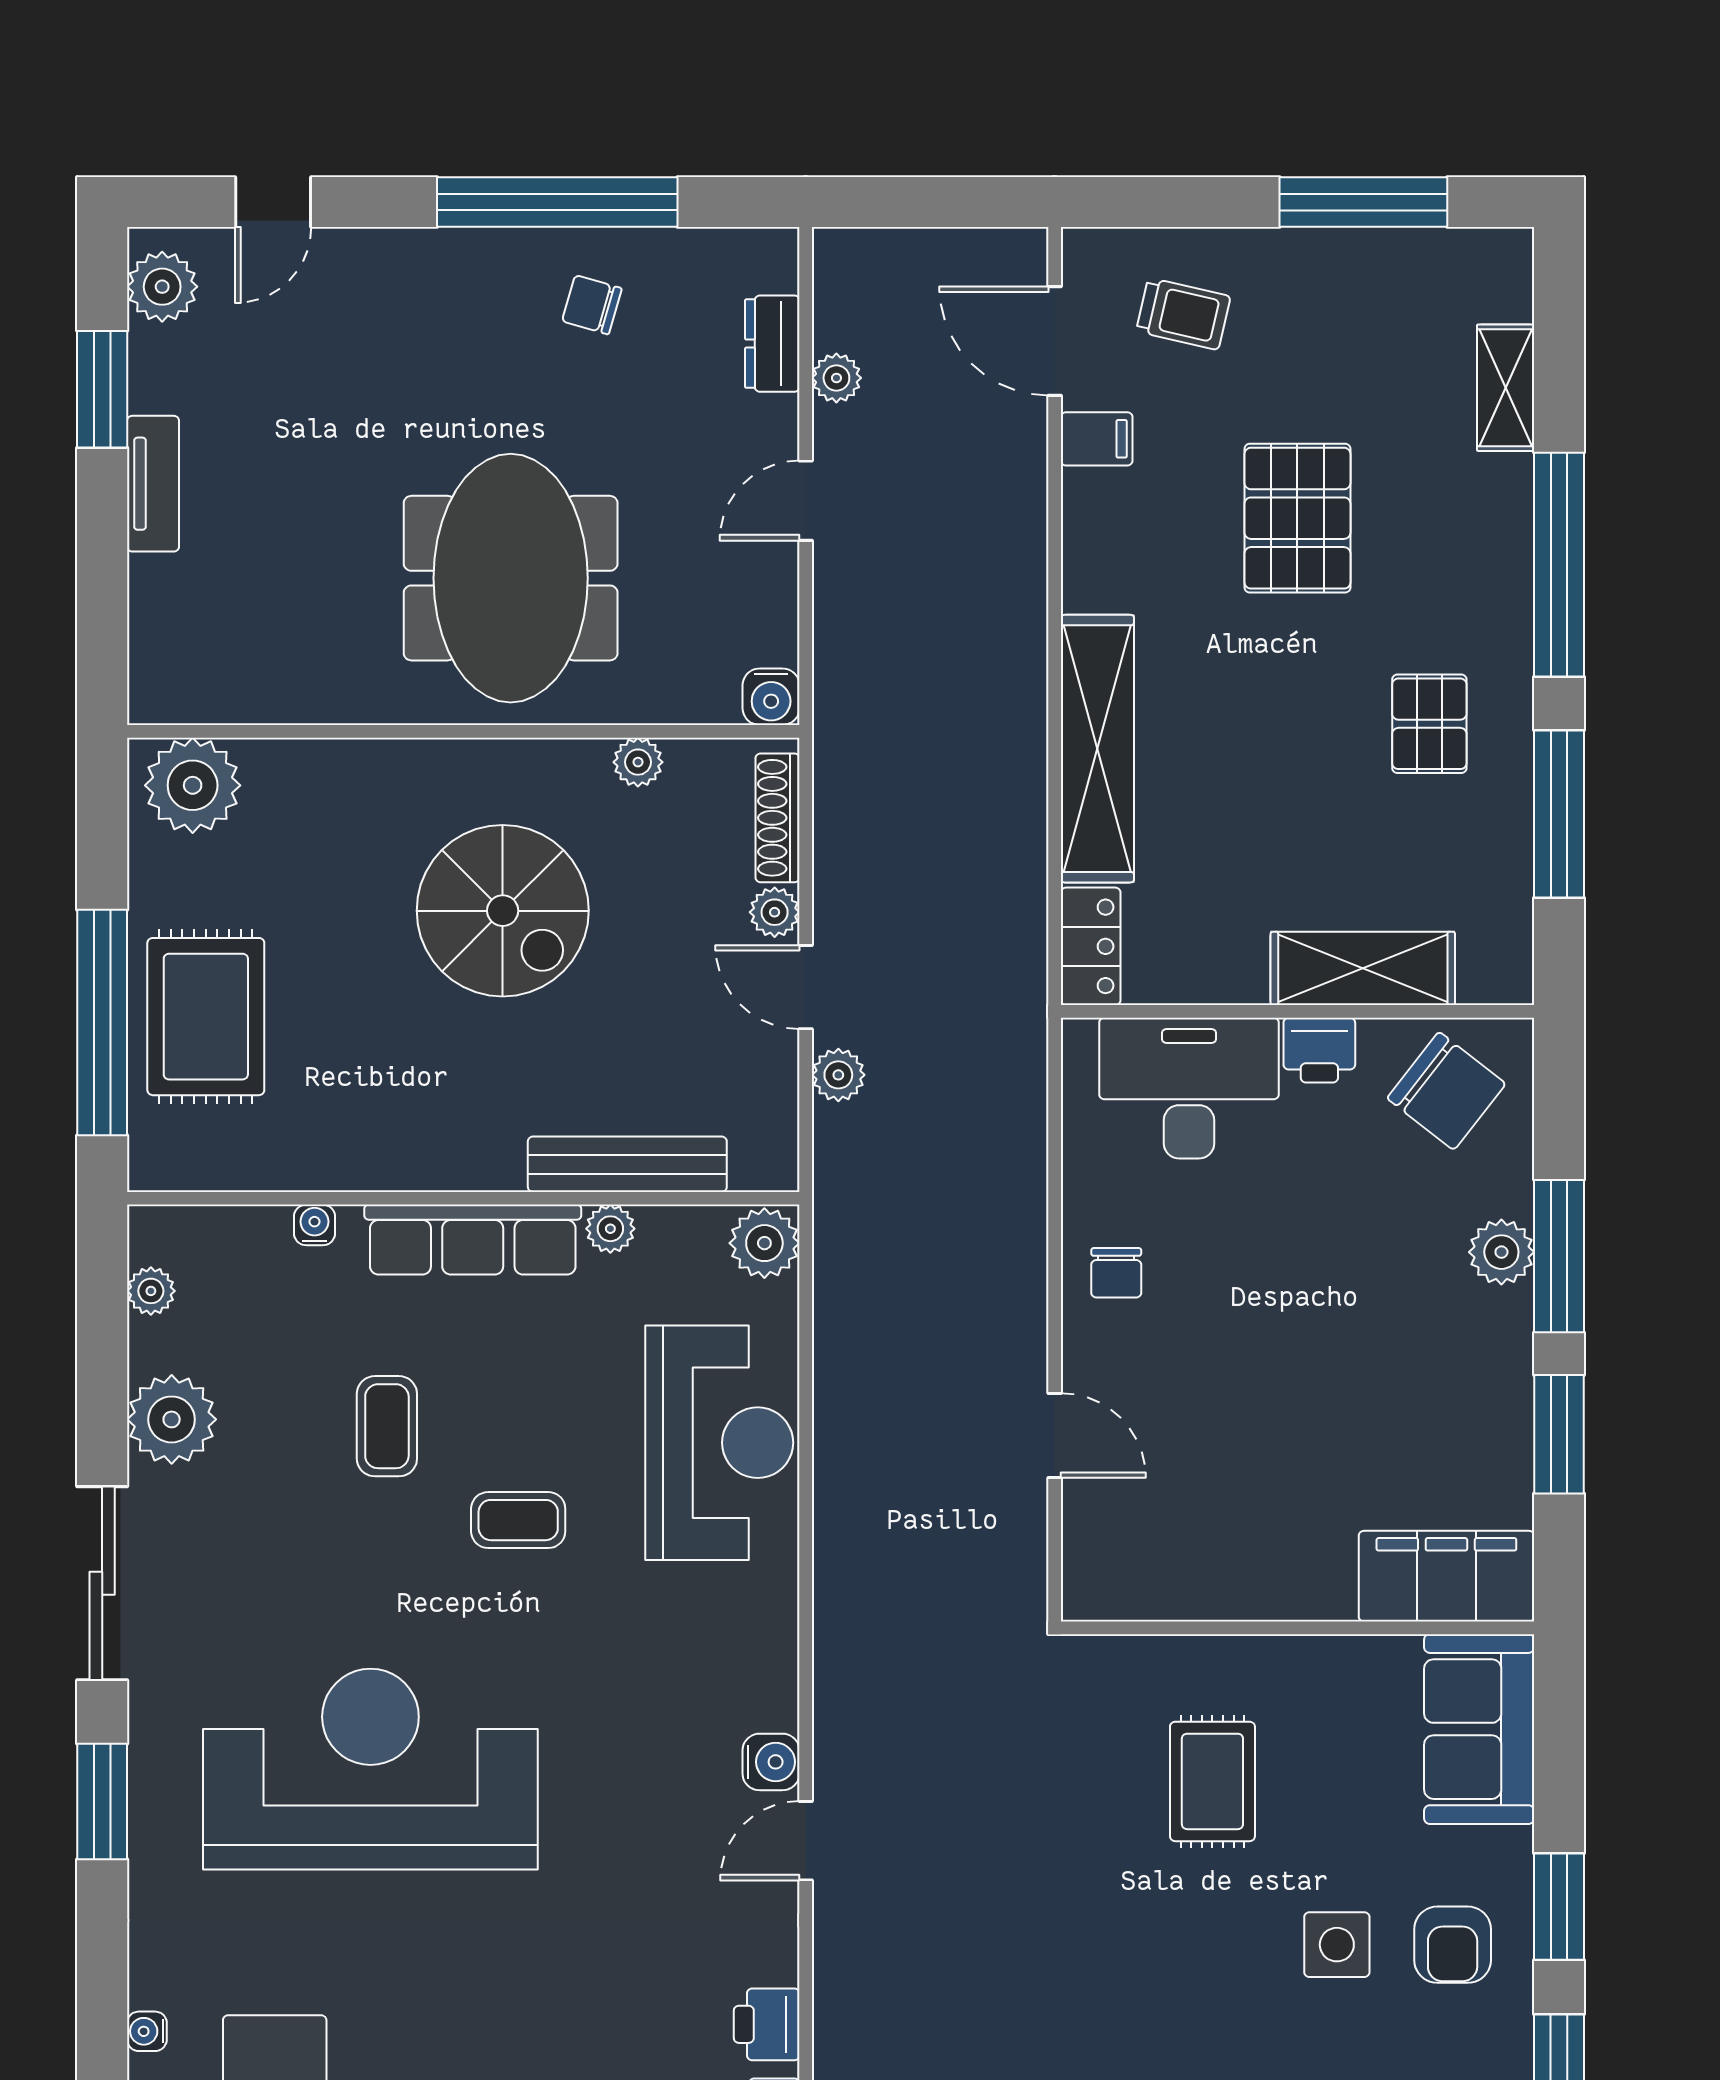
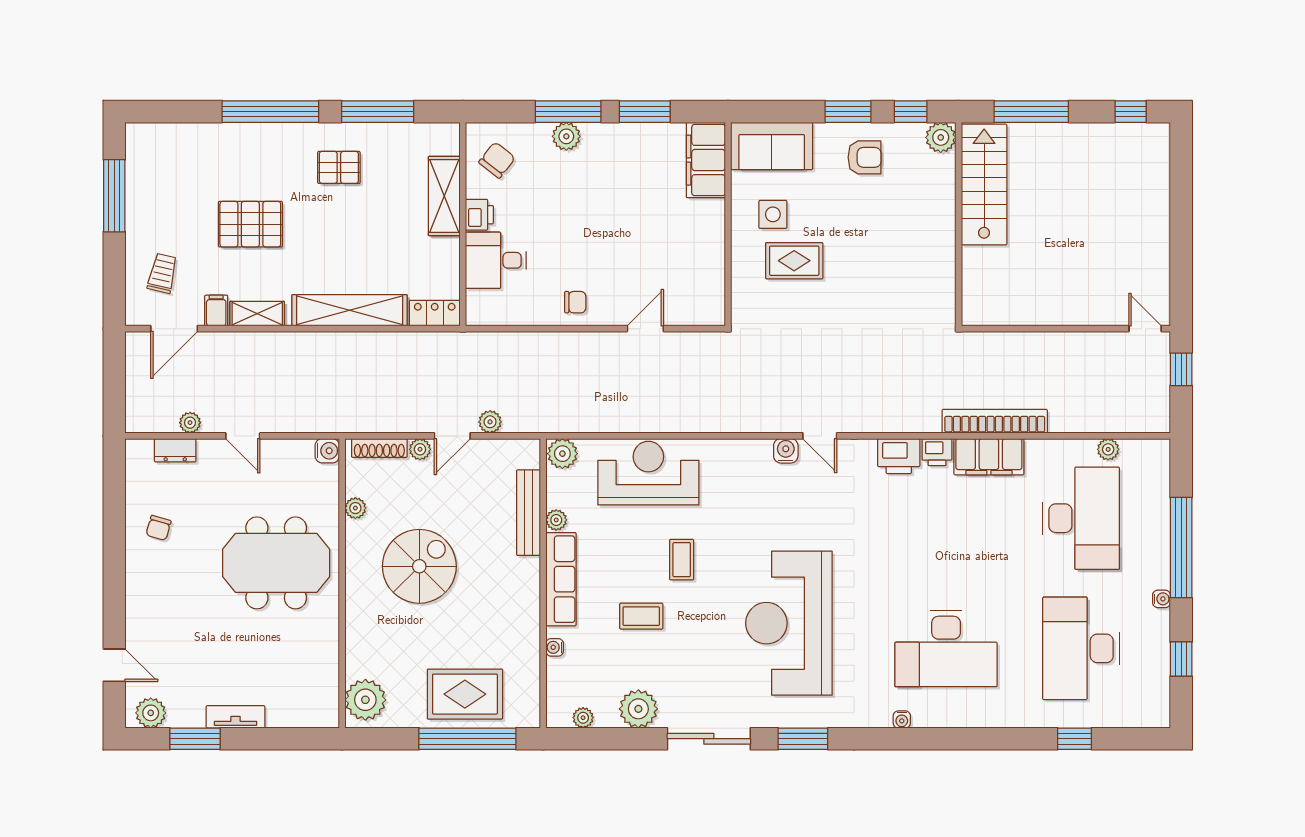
window: (557, 202) -> (114, 543), removed
shelving: (1506, 388) -> (257, 314), moved
desk: (1189, 1088) -> (496, 260), width x0.73
chair: (1446, 1091) -> (497, 160), width x0.73, depth x0.73
side table: (1337, 1945) -> (773, 214), moved
printer: (767, 2024) -> (899, 456), width x1.36, depth x1.24

